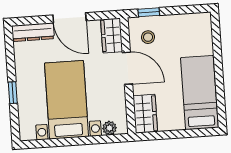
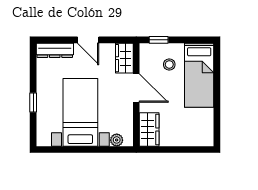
door: (69, 18) -> (88, 40), width x0.73
stool: (148, 37) -> (169, 64), moved
bed: (199, 93) -> (199, 75), moved, turned 180

